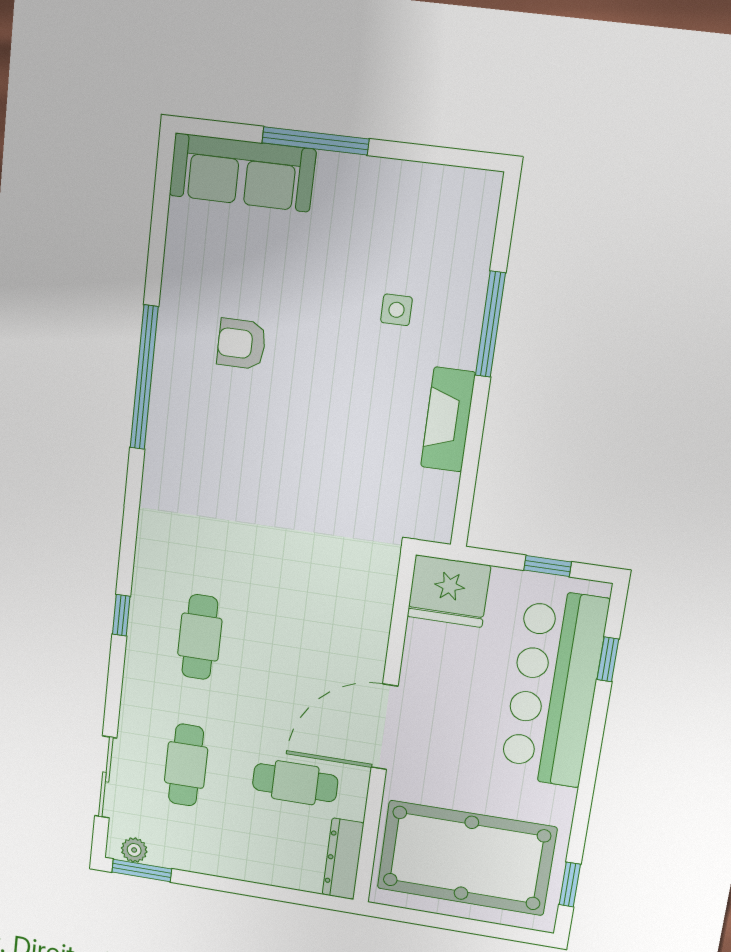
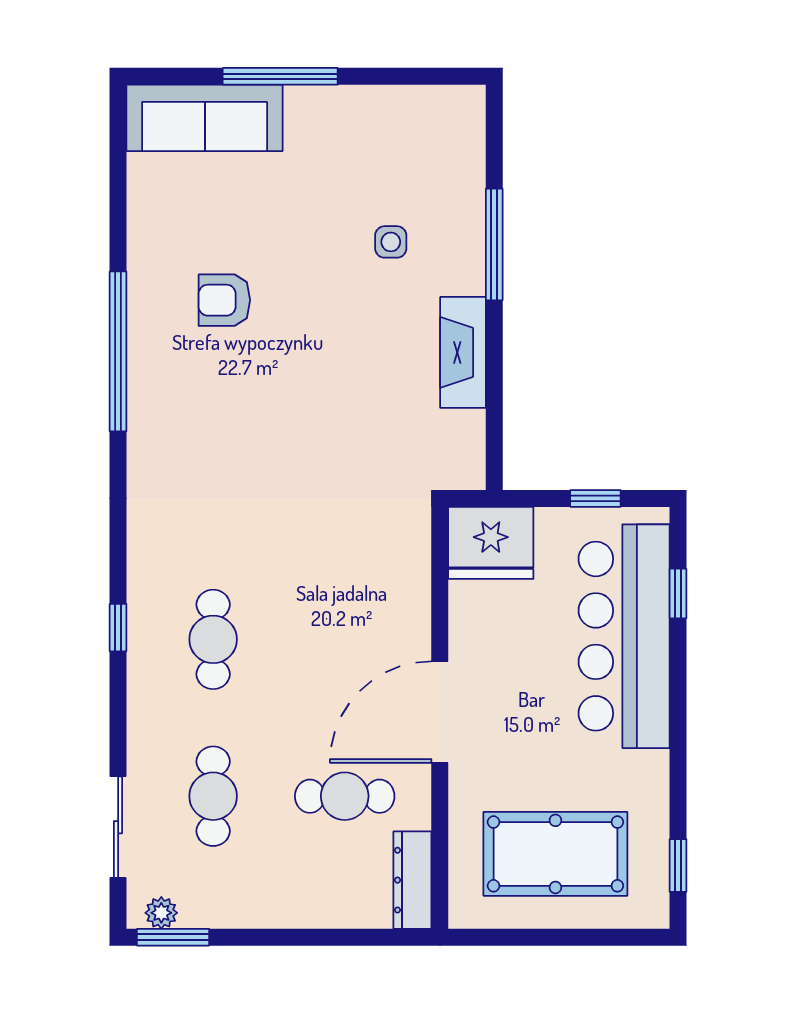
pool table: (466, 858) -> (555, 854), width x0.73, depth x0.76

